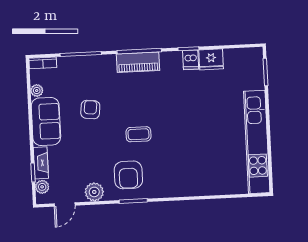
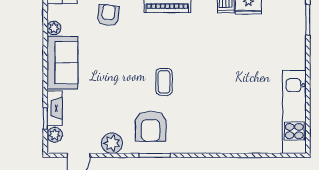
armchair: (90, 109) -> (108, 15), moved
coffee table: (138, 134) -> (164, 82), turned 90
kitchen unit: (257, 142) -> (294, 112), width x0.73

